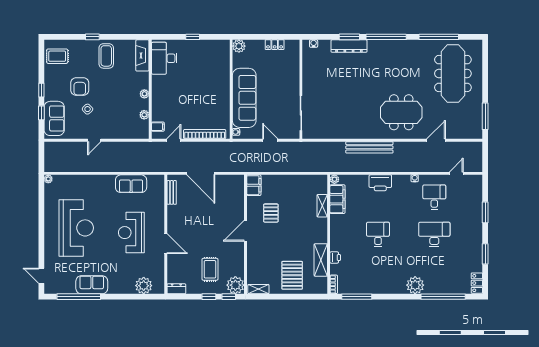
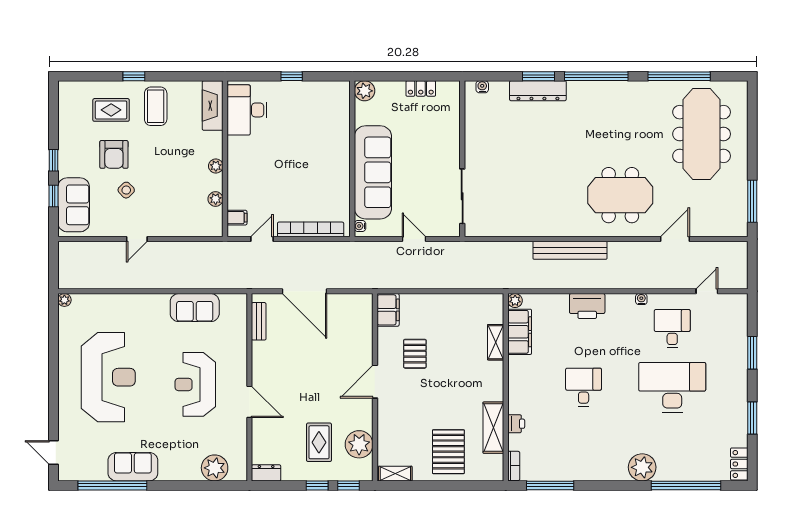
rug: (57, 56) -> (111, 110), moved
desk: (434, 234) -> (672, 387), width x1.36, depth x1.30
plant: (235, 285) -> (359, 444), moved

